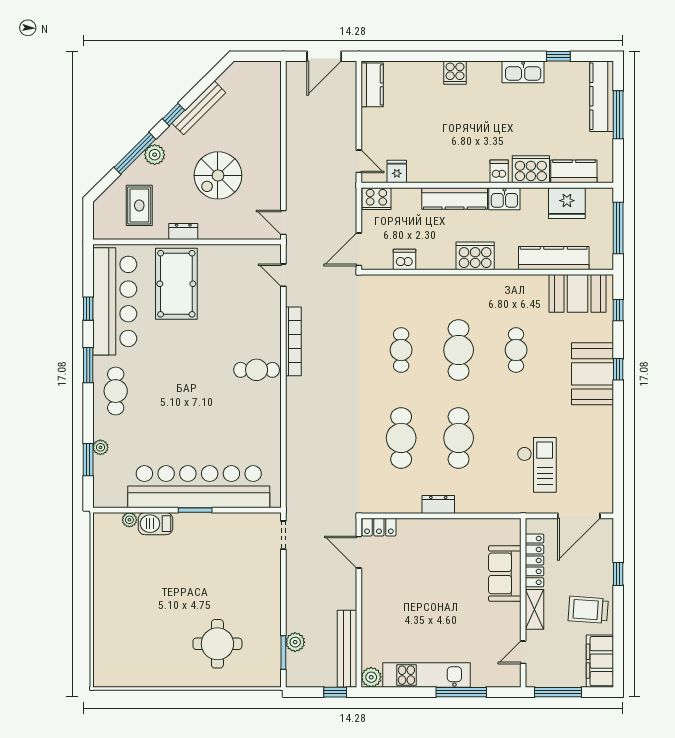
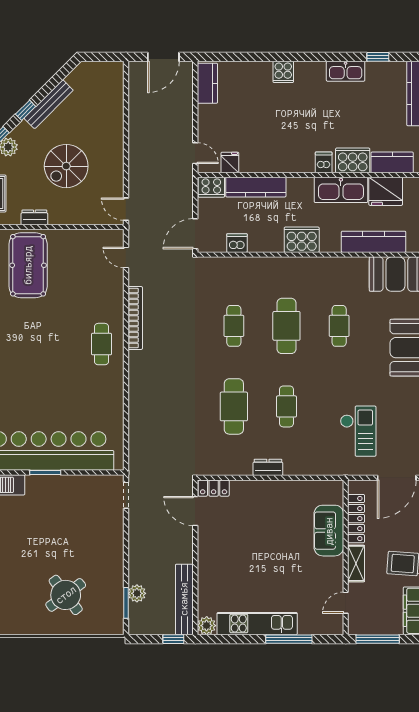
kitchen counter: (455, 198) -> (256, 187), moved
kitchen sink: (504, 199) -> (341, 190), width x1.88, depth x1.24
cafe table: (257, 370) -> (102, 344), turned 90
cafe table: (459, 438) -> (286, 406), width x0.73, depth x0.74
round table: (217, 644) -> (66, 595), turned -37

